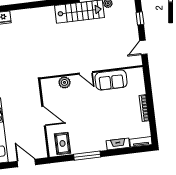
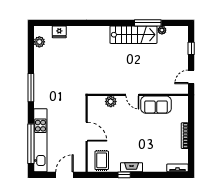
fireplace: (118, 144) -> (132, 167), moved
window: (87, 156) -> (124, 175), width x0.46
door: (26, 163) -> (64, 175), hinge flipped

